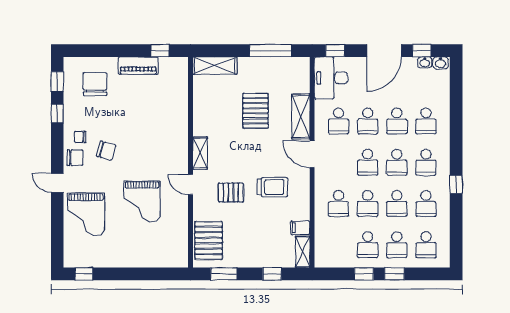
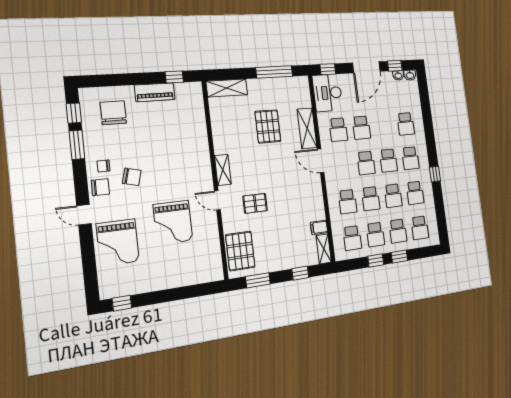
window: (57, 114) -> (77, 145), width x1.50
school desk: (397, 121) -> (352, 238), moved
trolley: (272, 187) -> (291, 194), removed

